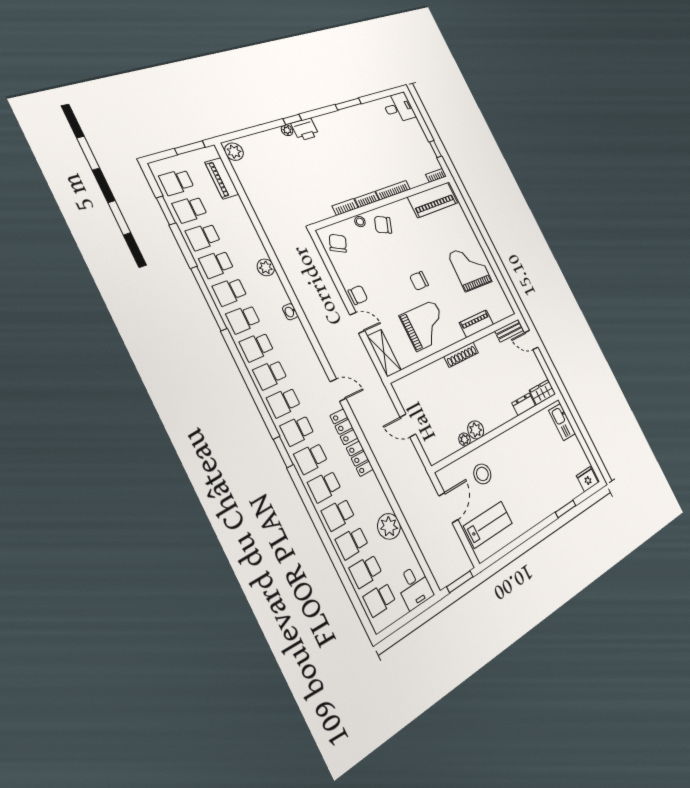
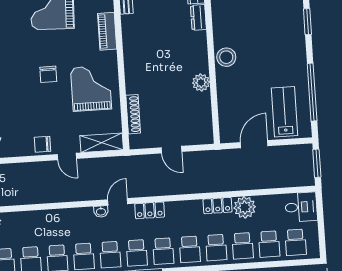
chair: (358, 295) -> (43, 144), turned -90
washbasin: (290, 312) -> (101, 211), moved
door: (357, 323) -> (67, 157), swing flipped
shoe rack: (461, 355) -> (133, 114), moved
door: (408, 426) -> (171, 150), hinge flipped
plant: (465, 439) -> (205, 99), removed
locker: (360, 459) -> (218, 206), moved
stool: (482, 474) -> (226, 57), moved
door: (448, 508) -> (254, 144), hinge flipped
window: (515, 544) -> (312, 92), added

